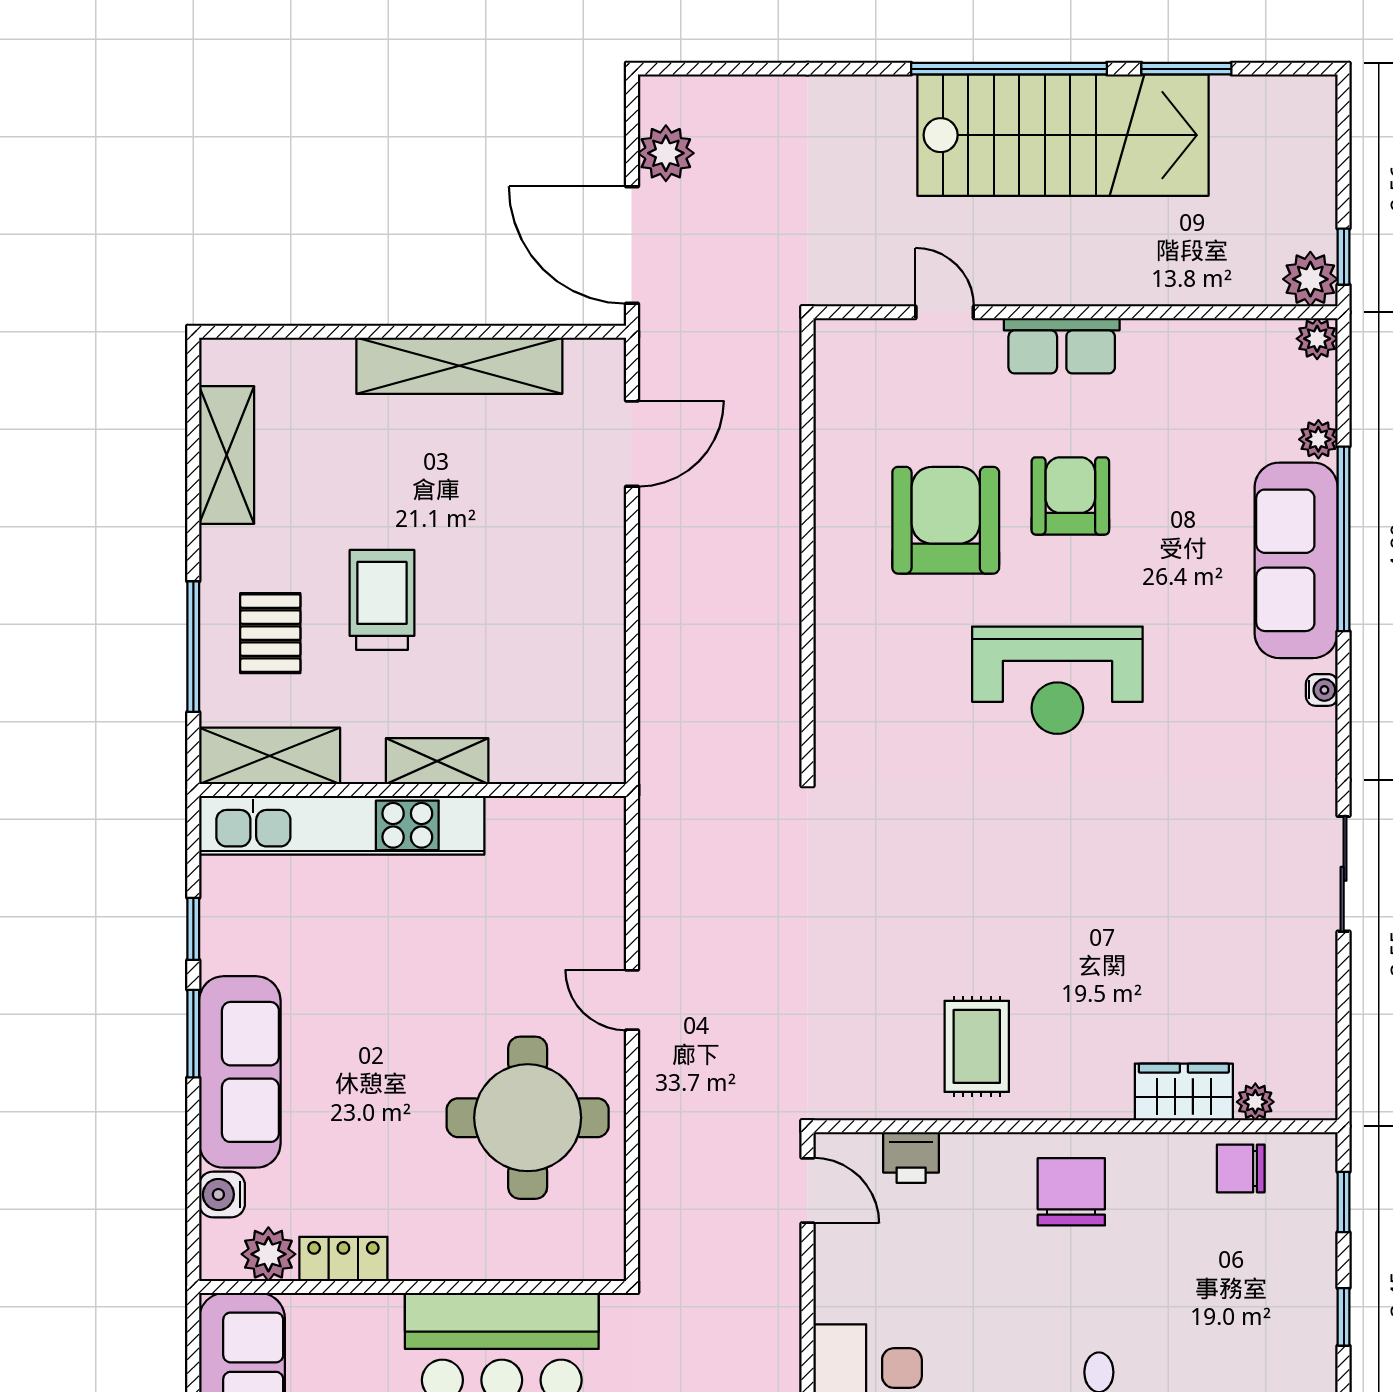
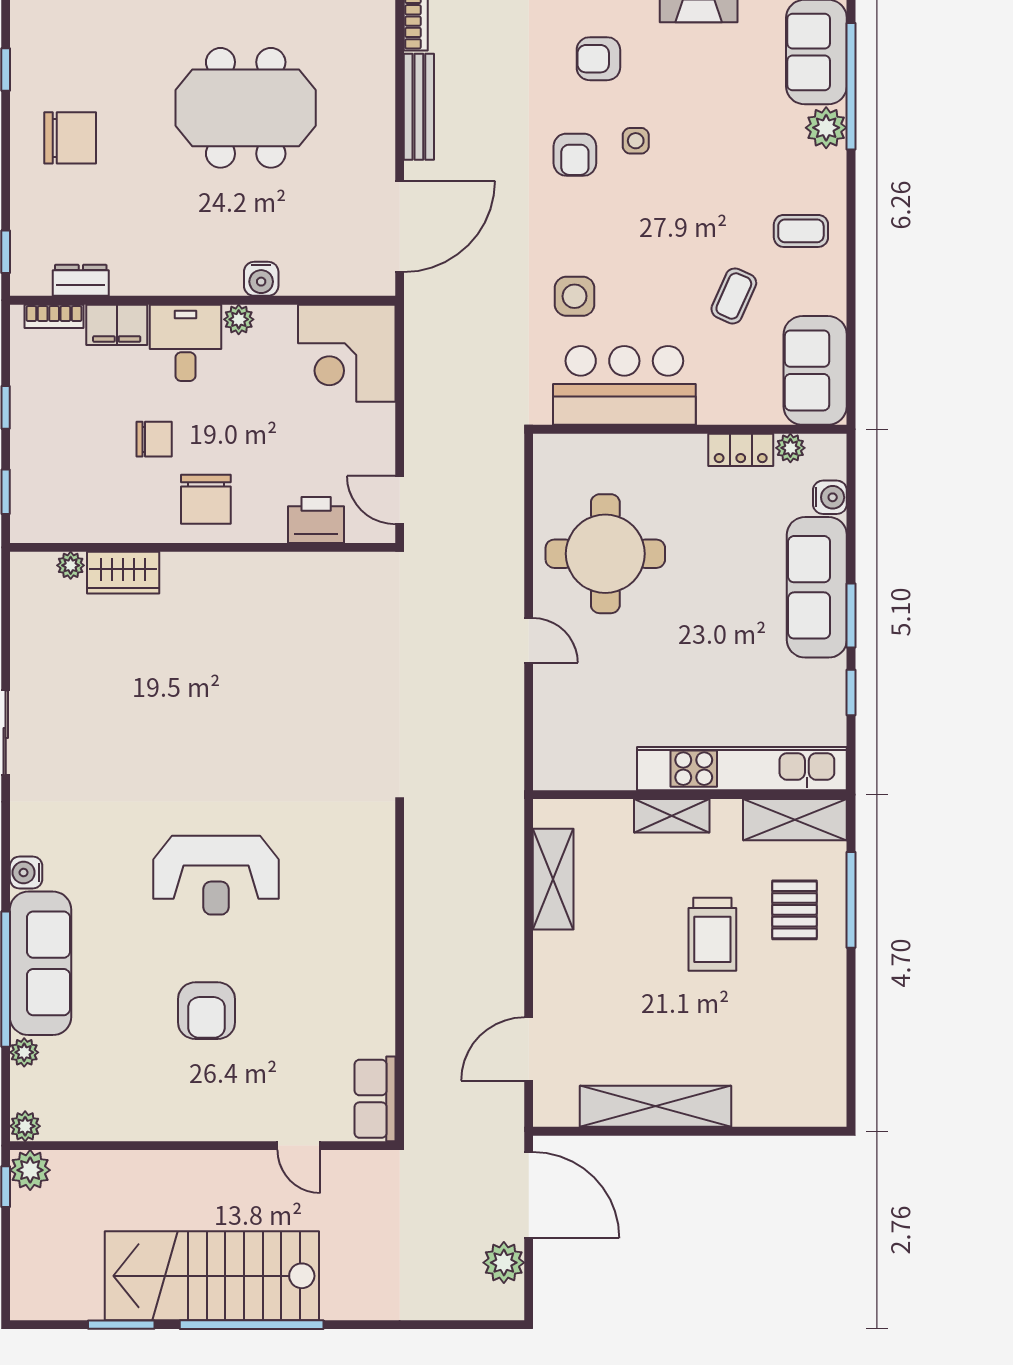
row of seats: (1062, 346) -> (375, 1099), moved, turned -90
shelving: (227, 455) -> (553, 879), moved
armchair: (946, 520) -> (298, 993), removed
reception desk: (1057, 680) -> (216, 875), turned 180
water cooler: (1322, 690) -> (26, 873), width x1.38, depth x1.38
rug: (977, 1046) -> (275, 606), removed
printer: (911, 1157) -> (316, 520), width x1.36, depth x1.24
chair: (1241, 1168) -> (154, 439), moved
plant: (268, 1254) -> (790, 448), width x0.73, depth x0.73

